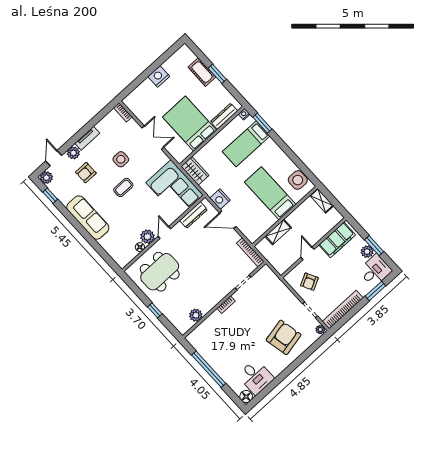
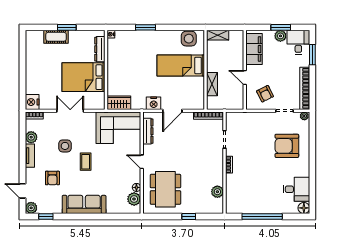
nightstand: (159, 76) -> (32, 102), moved
window: (262, 123) -> (146, 27), moved
bed: (246, 144) -> (132, 51), removed
plant: (73, 153) -> (31, 137), moved
plant: (147, 237) -> (134, 199), moved
armchair: (284, 337) -> (287, 146), turned -78

